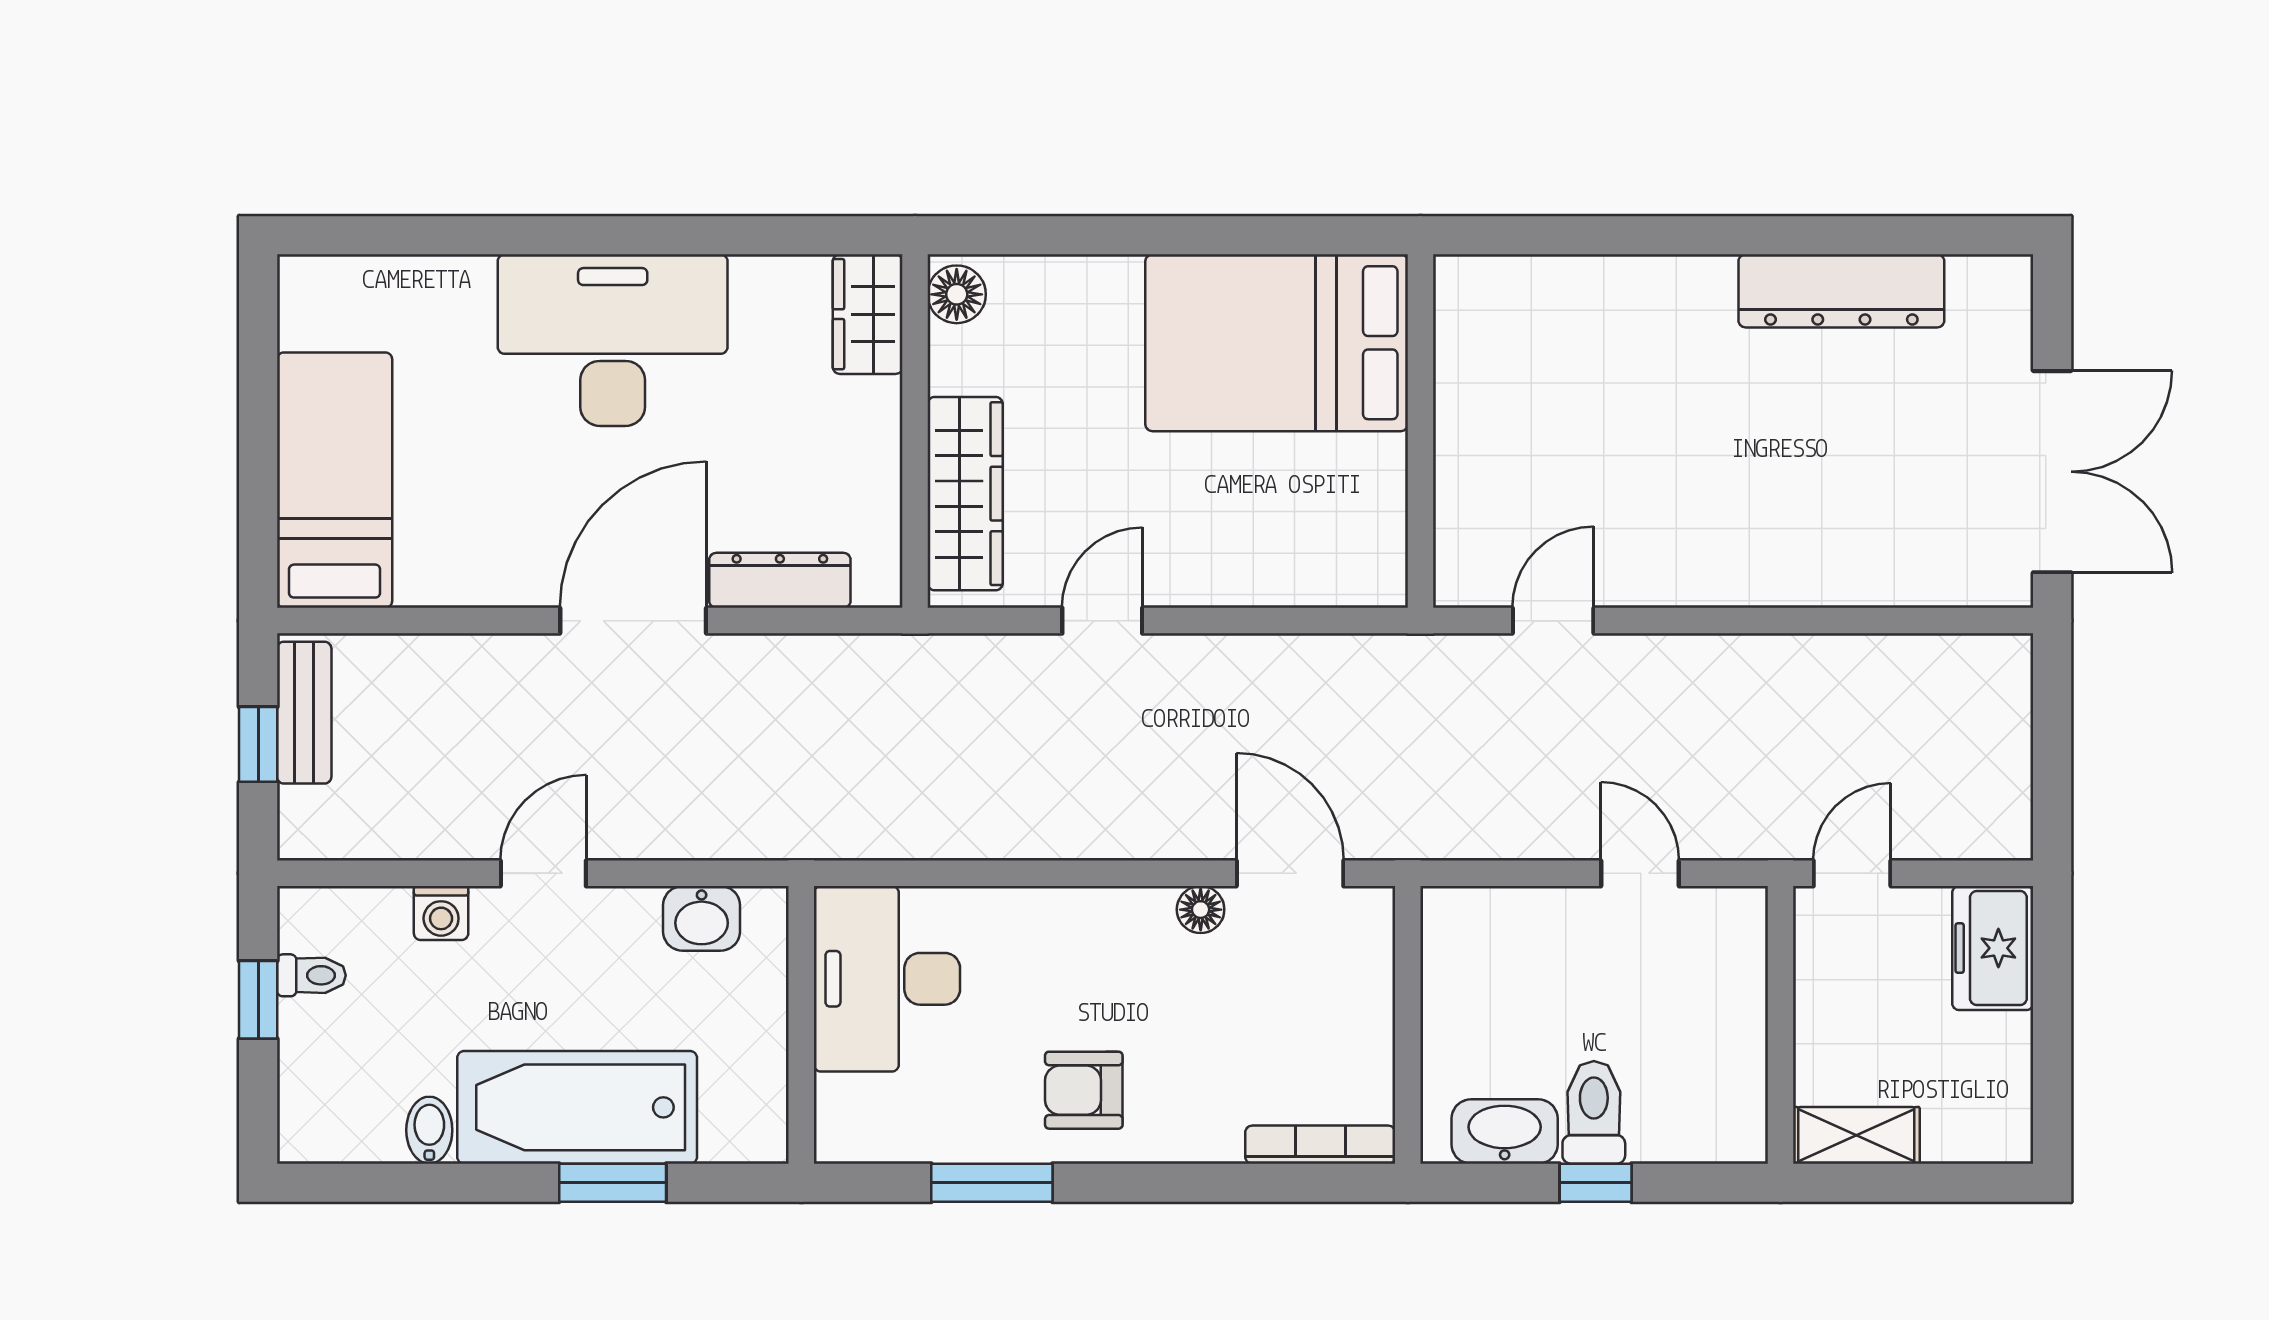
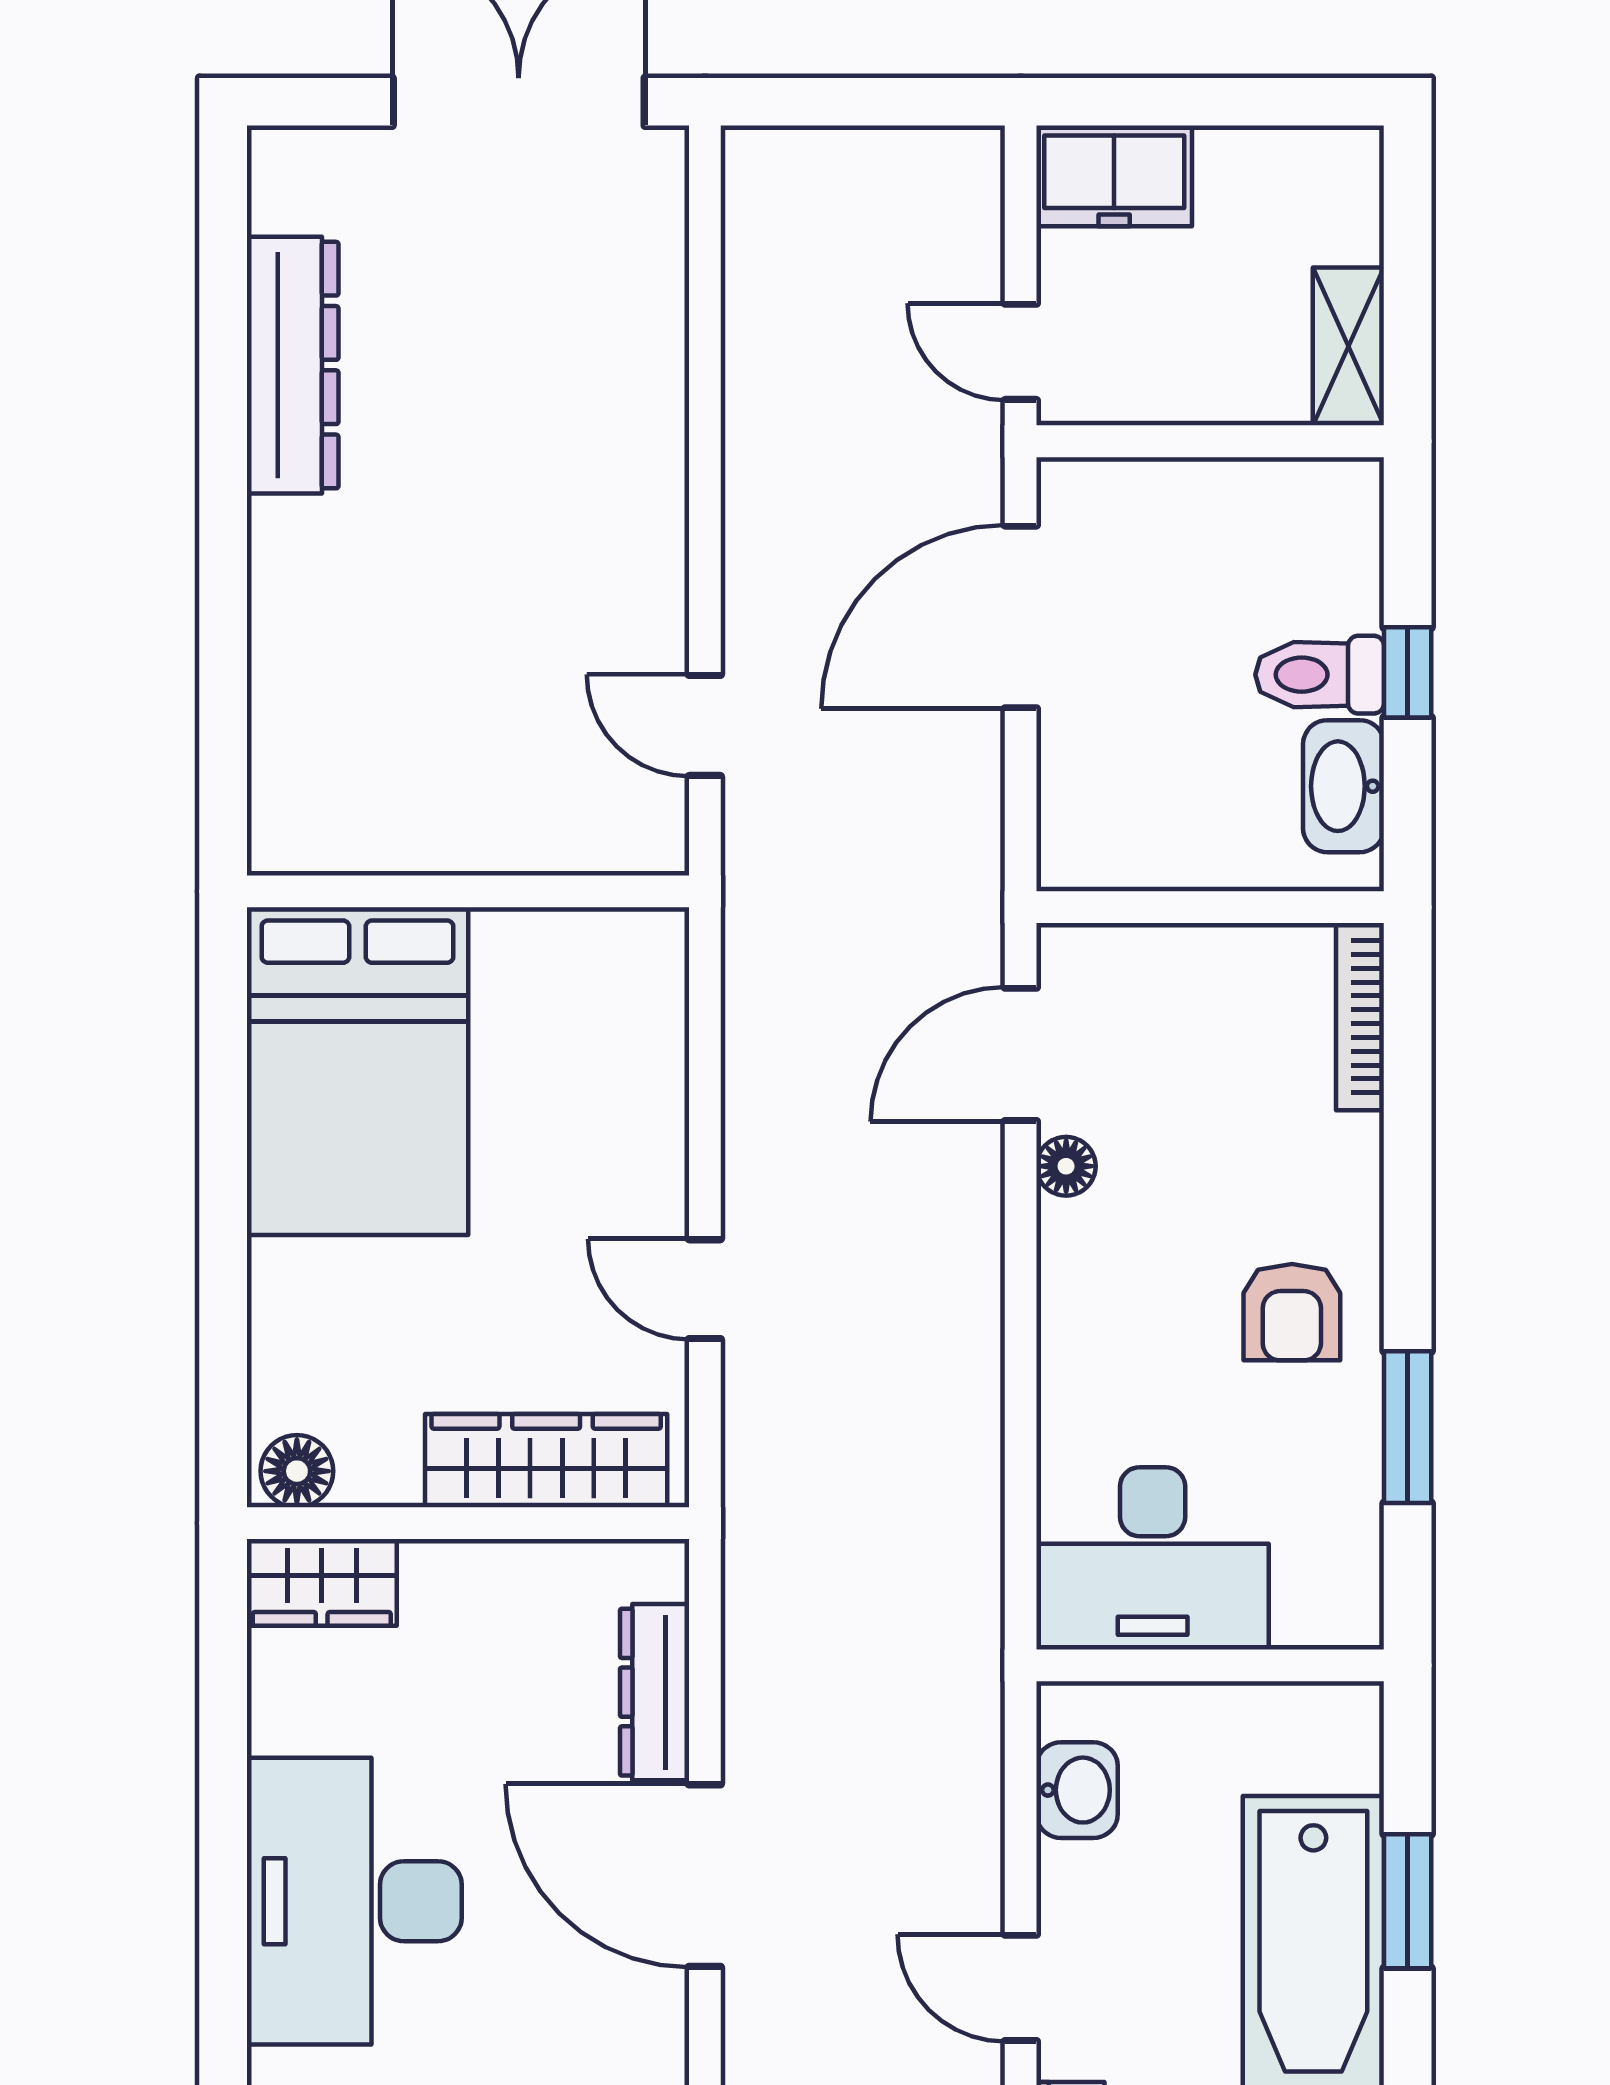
door: (1640, 873) -> (1021, 617), width x1.88

